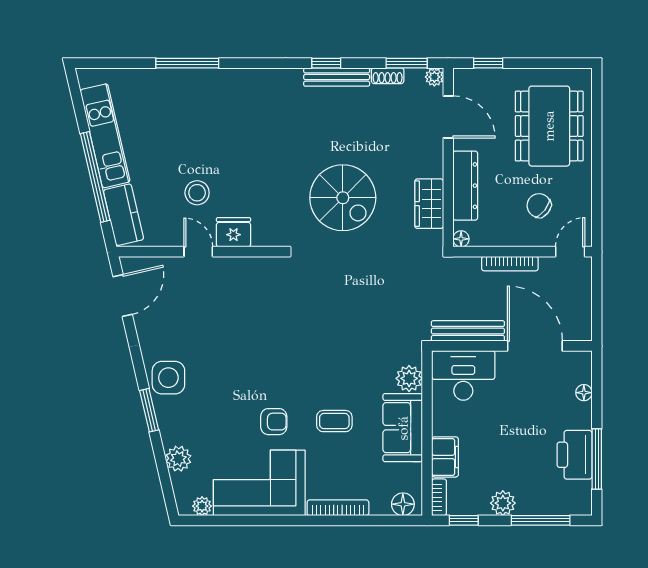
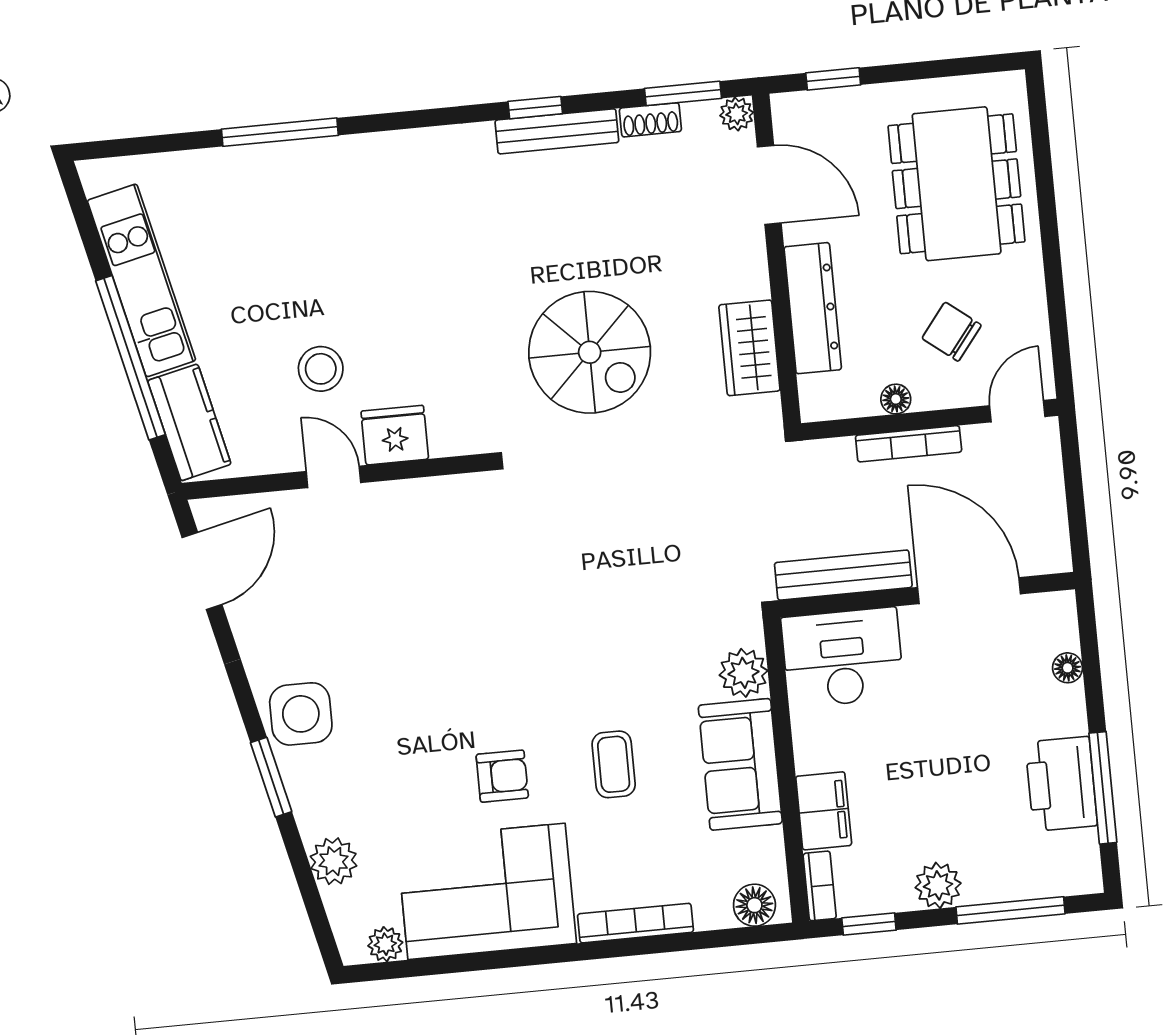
floor lamp: (461, 239) -> (896, 399), moved
coffee table: (334, 421) -> (614, 764), turned 90

